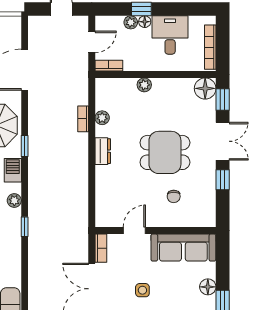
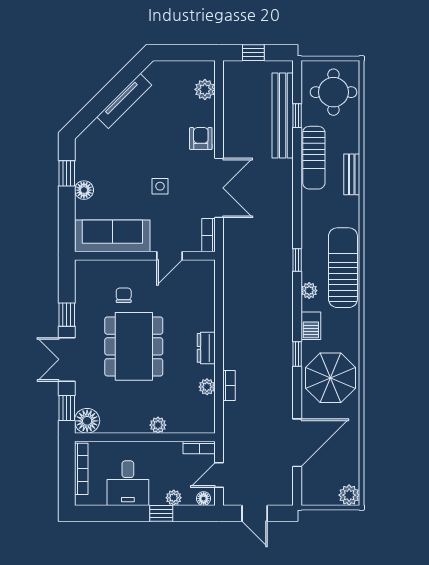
floor lamp: (145, 22) -> (204, 499), moved
dining table: (165, 152) -> (134, 346), width x1.38

